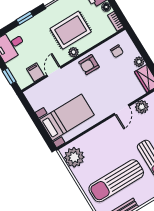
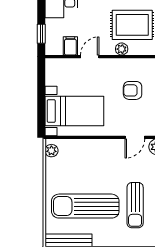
armchair: (89, 65) -> (133, 90), moved
plant: (74, 157) -> (51, 151), width x0.53, depth x0.53

